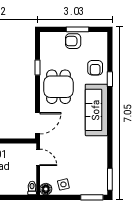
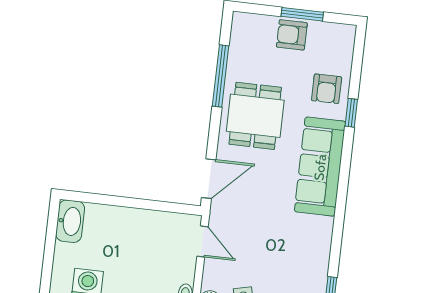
window: (37, 67) -> (221, 76), width x2.17

